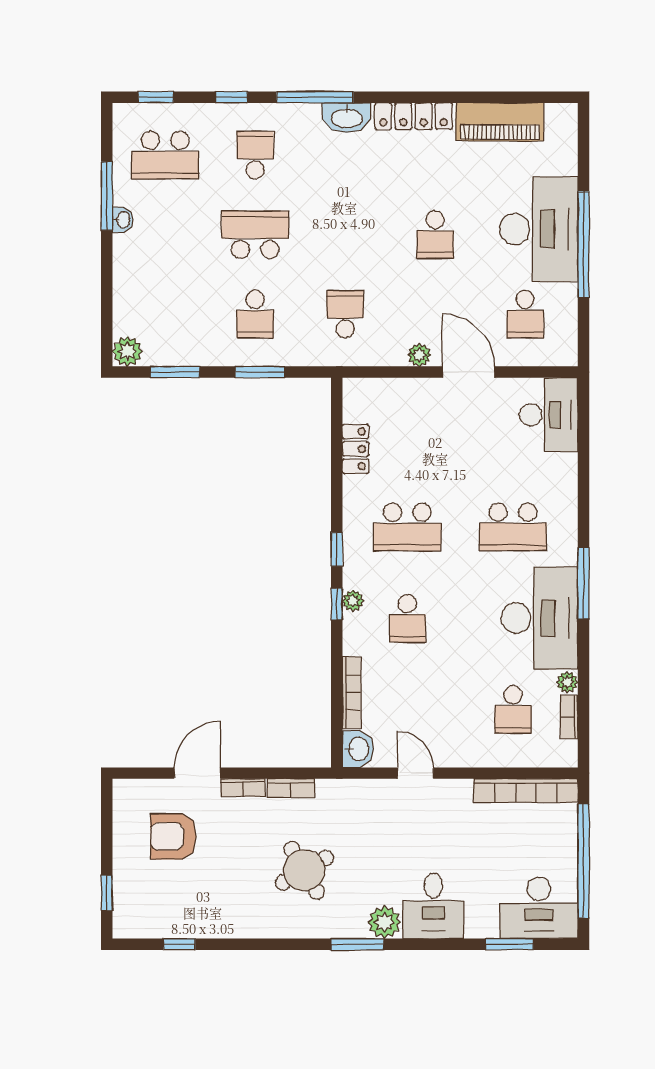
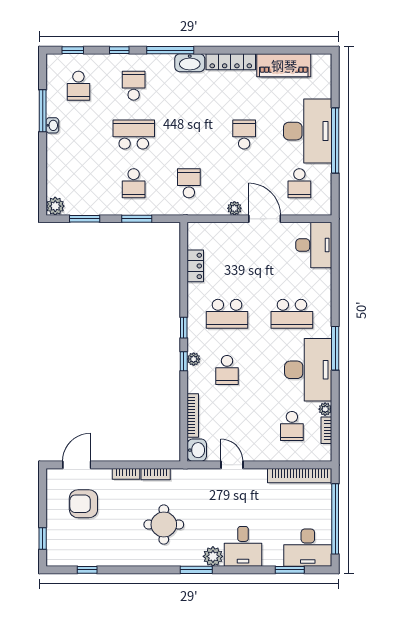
school desk: (165, 155) -> (78, 86), width x0.54
school desk: (435, 235) -> (244, 134), turned 180
door: (197, 773) -> (77, 465), moved
round table: (304, 870) -> (164, 525), turned 30

